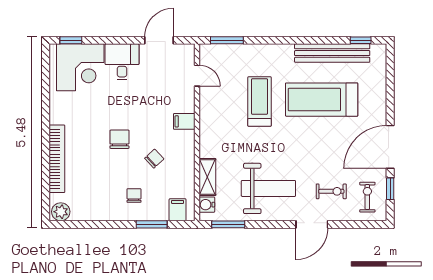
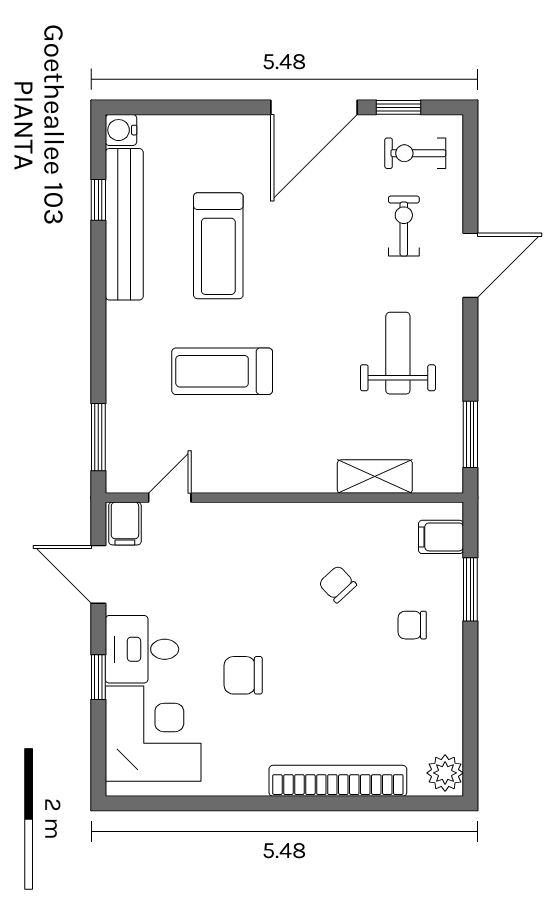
window: (71, 40) -> (98, 677), moved
window: (361, 40) -> (98, 200), moved
treadmill: (322, 100) -> (218, 246), width x0.73, depth x0.73
filing cabinet: (184, 121) -> (125, 523), moved
chair: (119, 139) -> (243, 675), moved
door: (390, 147) -> (314, 107), hinge flipped
weight bench: (268, 188) -> (398, 353), width x0.73, depth x0.75
water cooler: (207, 205) -> (121, 130), moved, turned 90
door: (312, 224) -> (470, 265), hinge flipped

